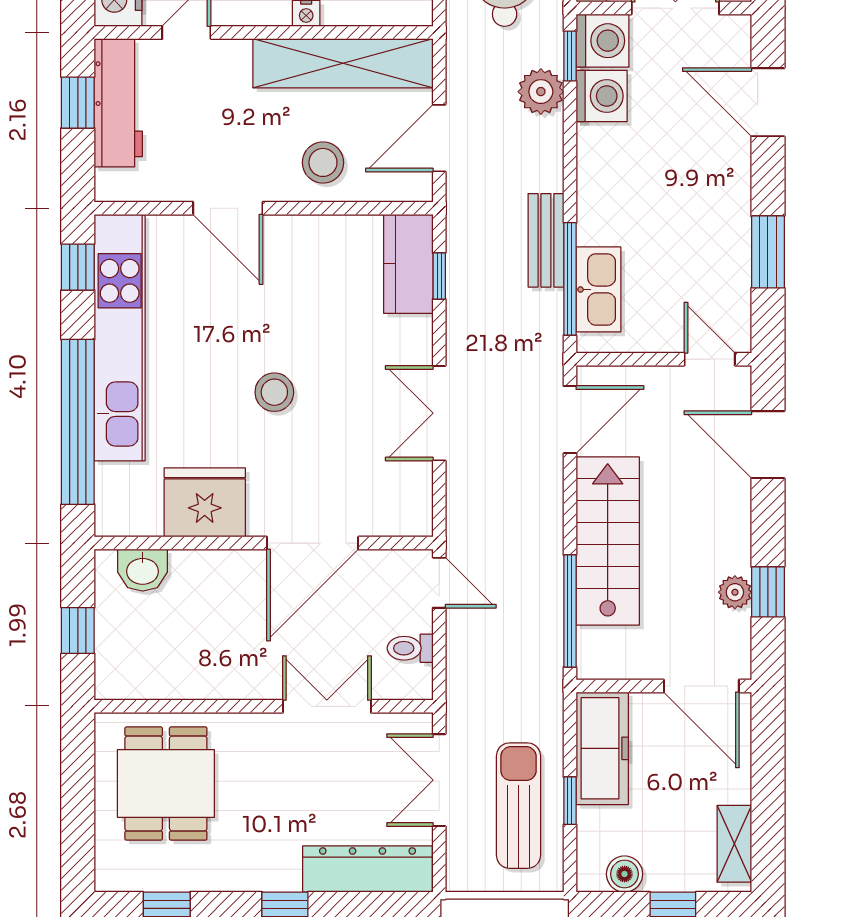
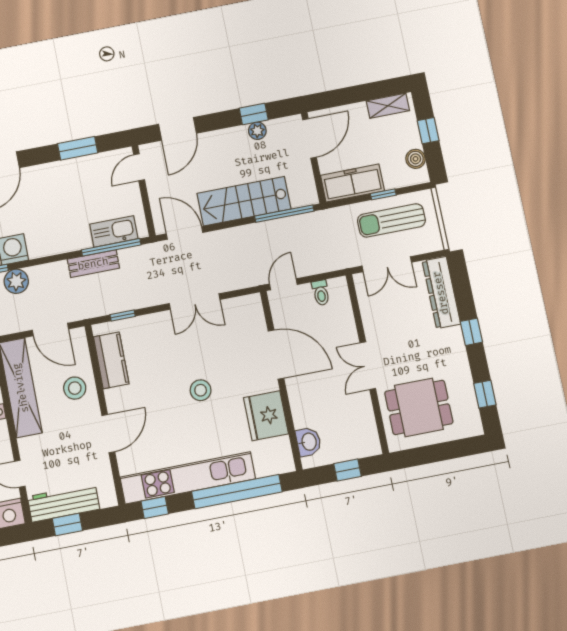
kitchen counter: (408, 264) -> (111, 360), moved, turned -90
double door: (327, 706) -> (368, 366), moved

